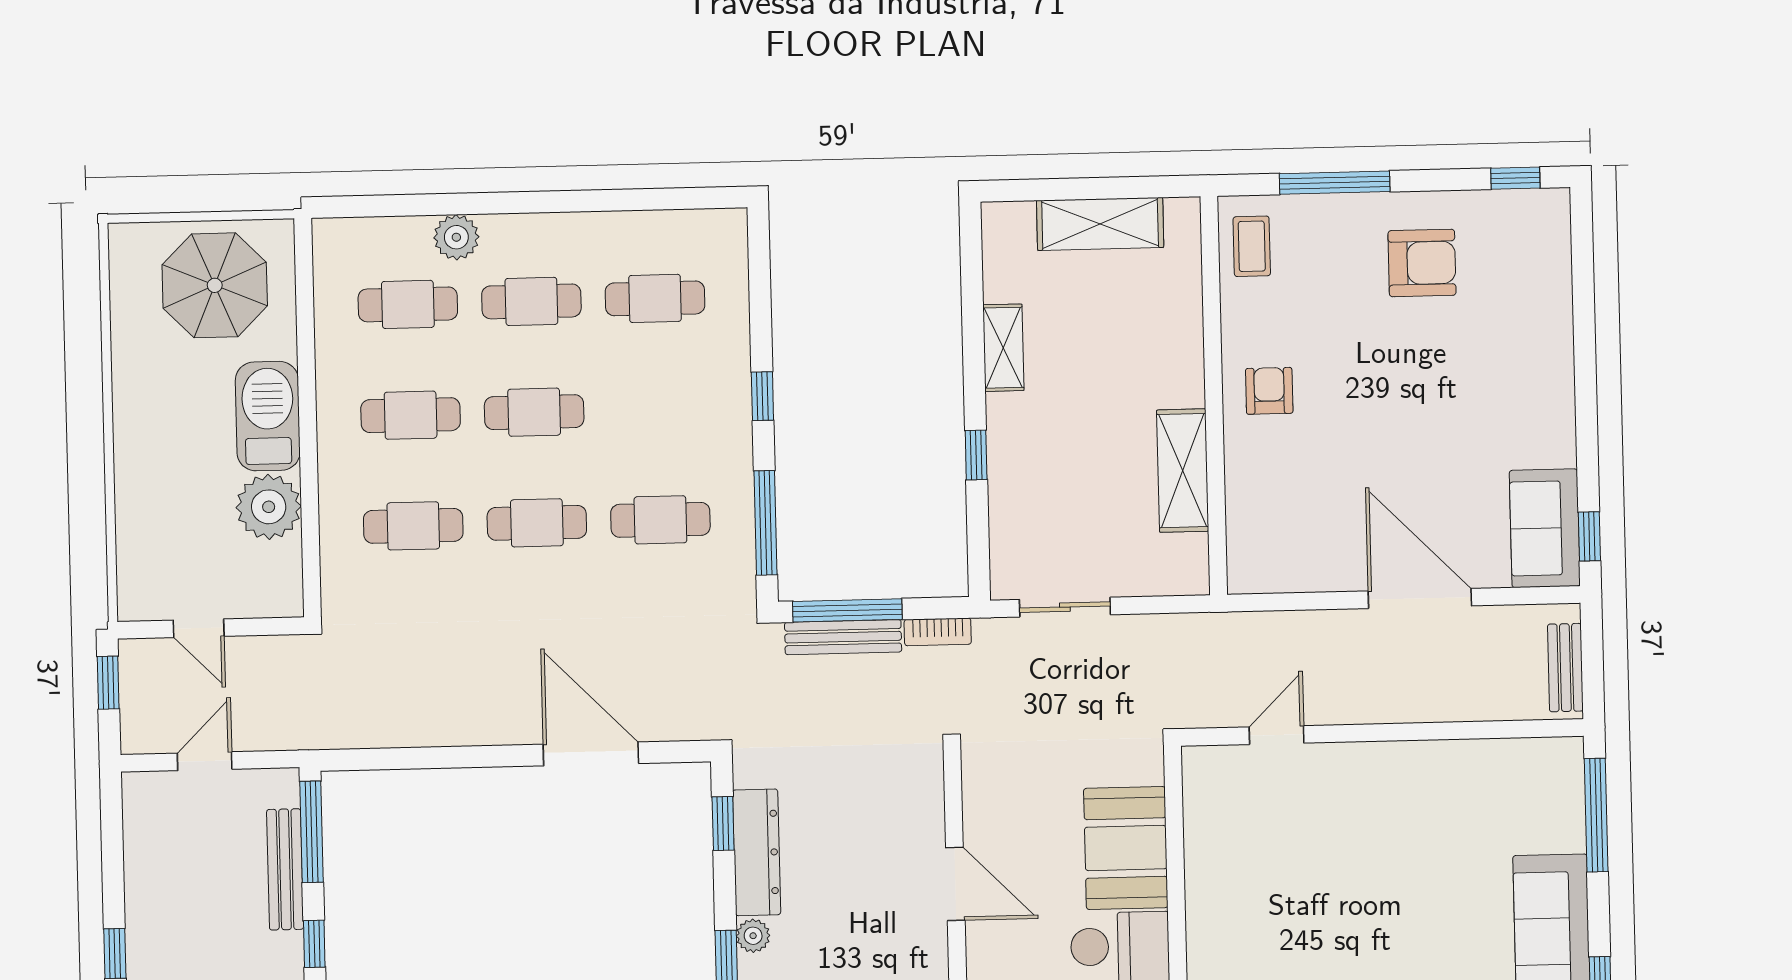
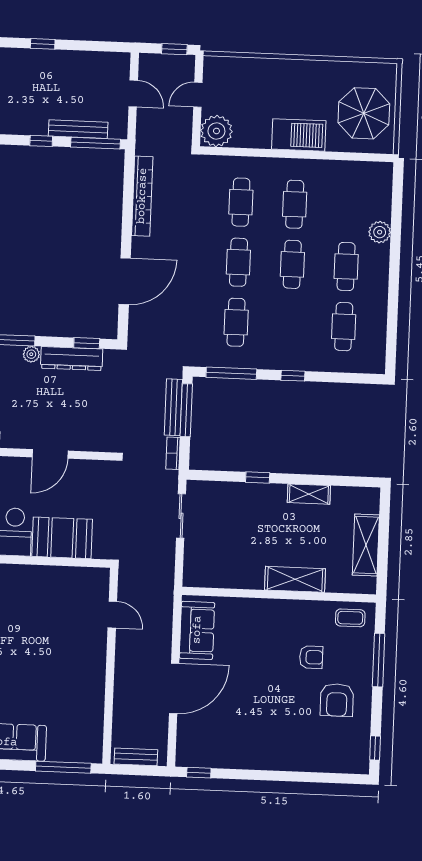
cafe table: (408, 304) -> (349, 206), removed
armchair: (1269, 391) -> (311, 657), moved
shelving: (1183, 471) -> (295, 579), moved
plant: (269, 507) -> (216, 131), moved
sofa: (1545, 528) -> (197, 630), moved, turned 90
bookcase: (414, 729) -> (142, 196), added

